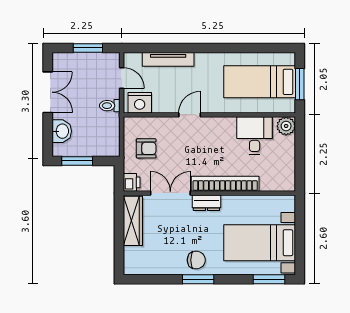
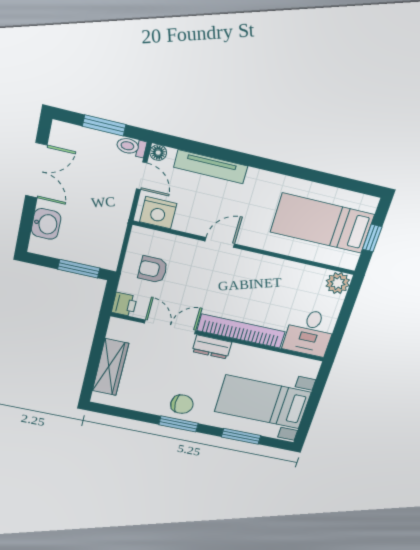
floor lamp: (129, 58) -> (158, 153), added
window: (300, 84) -> (372, 238), width x0.67
toilet: (110, 106) -> (131, 147), moved
desk: (255, 136) -> (310, 333), moved, turned 180
armchair: (146, 148) -> (153, 269), turned 180
window: (77, 161) -> (79, 269), moved
wardrobe: (133, 221) -> (110, 367), moved
window: (269, 279) -> (241, 436), moved

